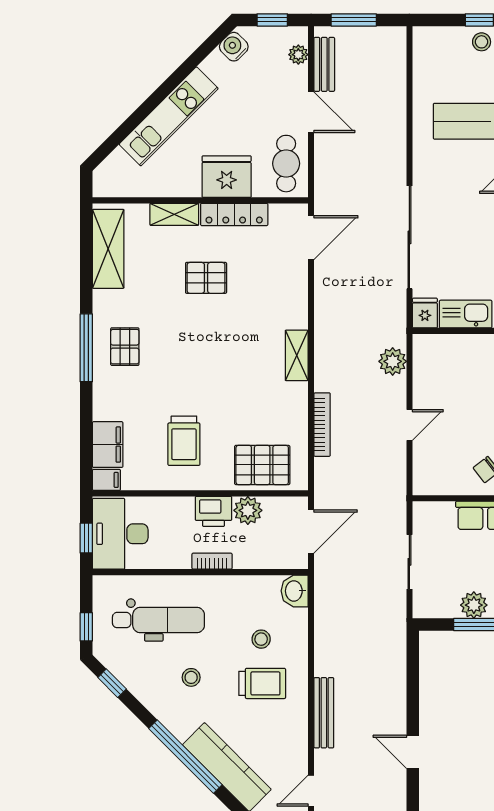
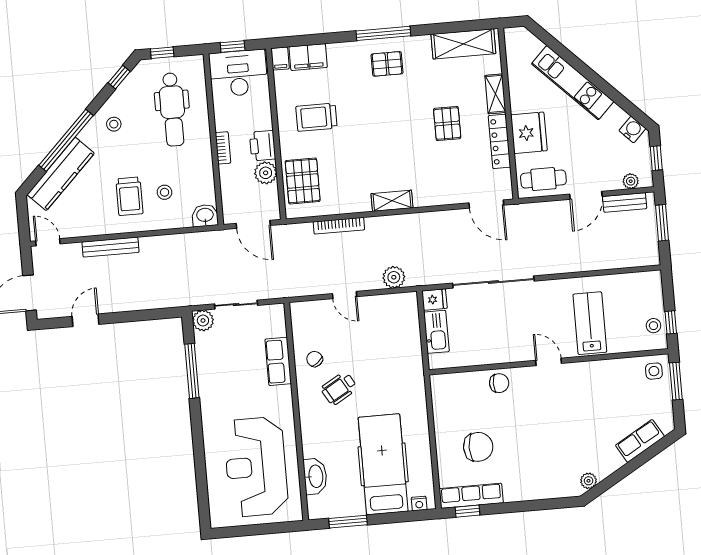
plant: (474, 605) -> (203, 321), moved
stool: (191, 677) -> (114, 124), moved

